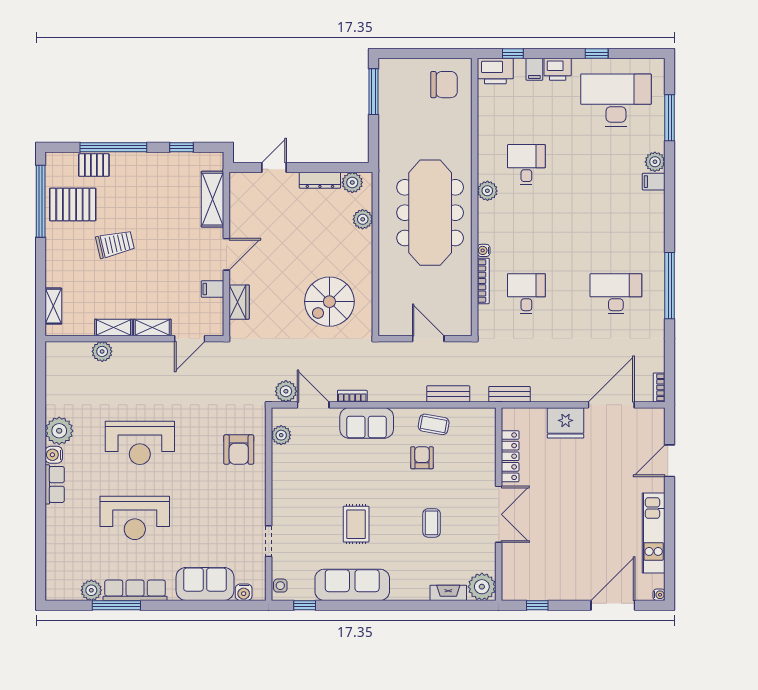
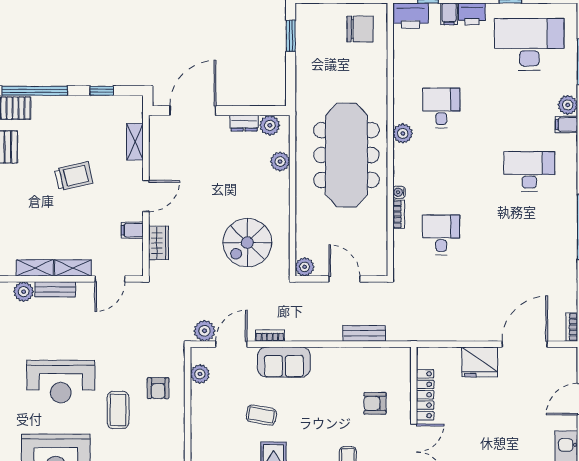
window: (373, 92) -> (291, 36), width x0.69
door: (274, 168) -> (193, 111), width x1.87
dresser: (320, 180) -> (244, 123), width x0.70
shelving: (212, 199) -> (135, 142), width x0.67, depth x0.75
trolley: (115, 244) -> (74, 176), moved
bookcase: (483, 281) -> (399, 214), width x0.64
desk: (616, 294) -> (529, 171), moved
plant: (388, 326) -> (305, 267), added
bench: (509, 394) -> (55, 289), moved
door: (313, 405) -> (231, 344), hinge flipped
coffee table: (434, 424) -> (261, 415), moved
armchair: (239, 450) -> (158, 388), width x0.72, depth x0.72
armchair: (422, 458) -> (375, 403), moved, turned -90
coffee table: (198, 472) -> (118, 410), added

